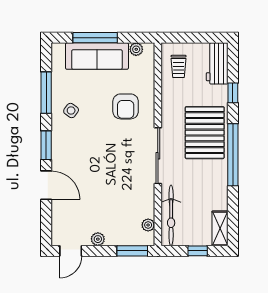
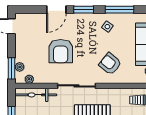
armchair: (126, 106) -> (110, 64), turned 39
armchair: (107, 179) -> (61, 51), added
plant: (98, 239) -> (20, 67), moved

